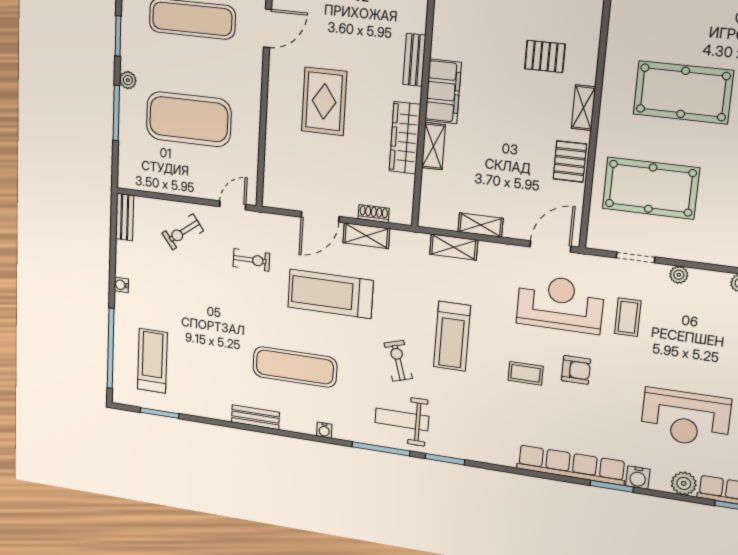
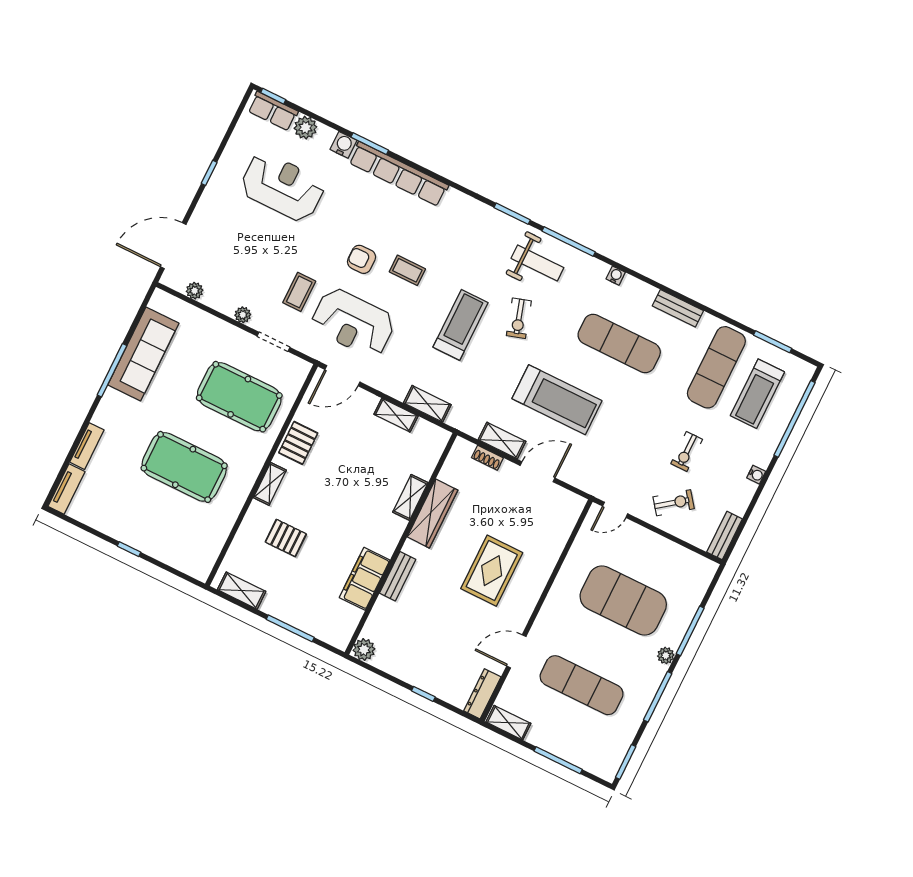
window: (118, 36) -> (658, 697), width x1.44
filing cabinet: (443, 91) -> (365, 579), moved
exercise bike: (251, 260) -> (687, 451), moved, turned -90
exercise mat: (198, 373) -> (716, 367), added

